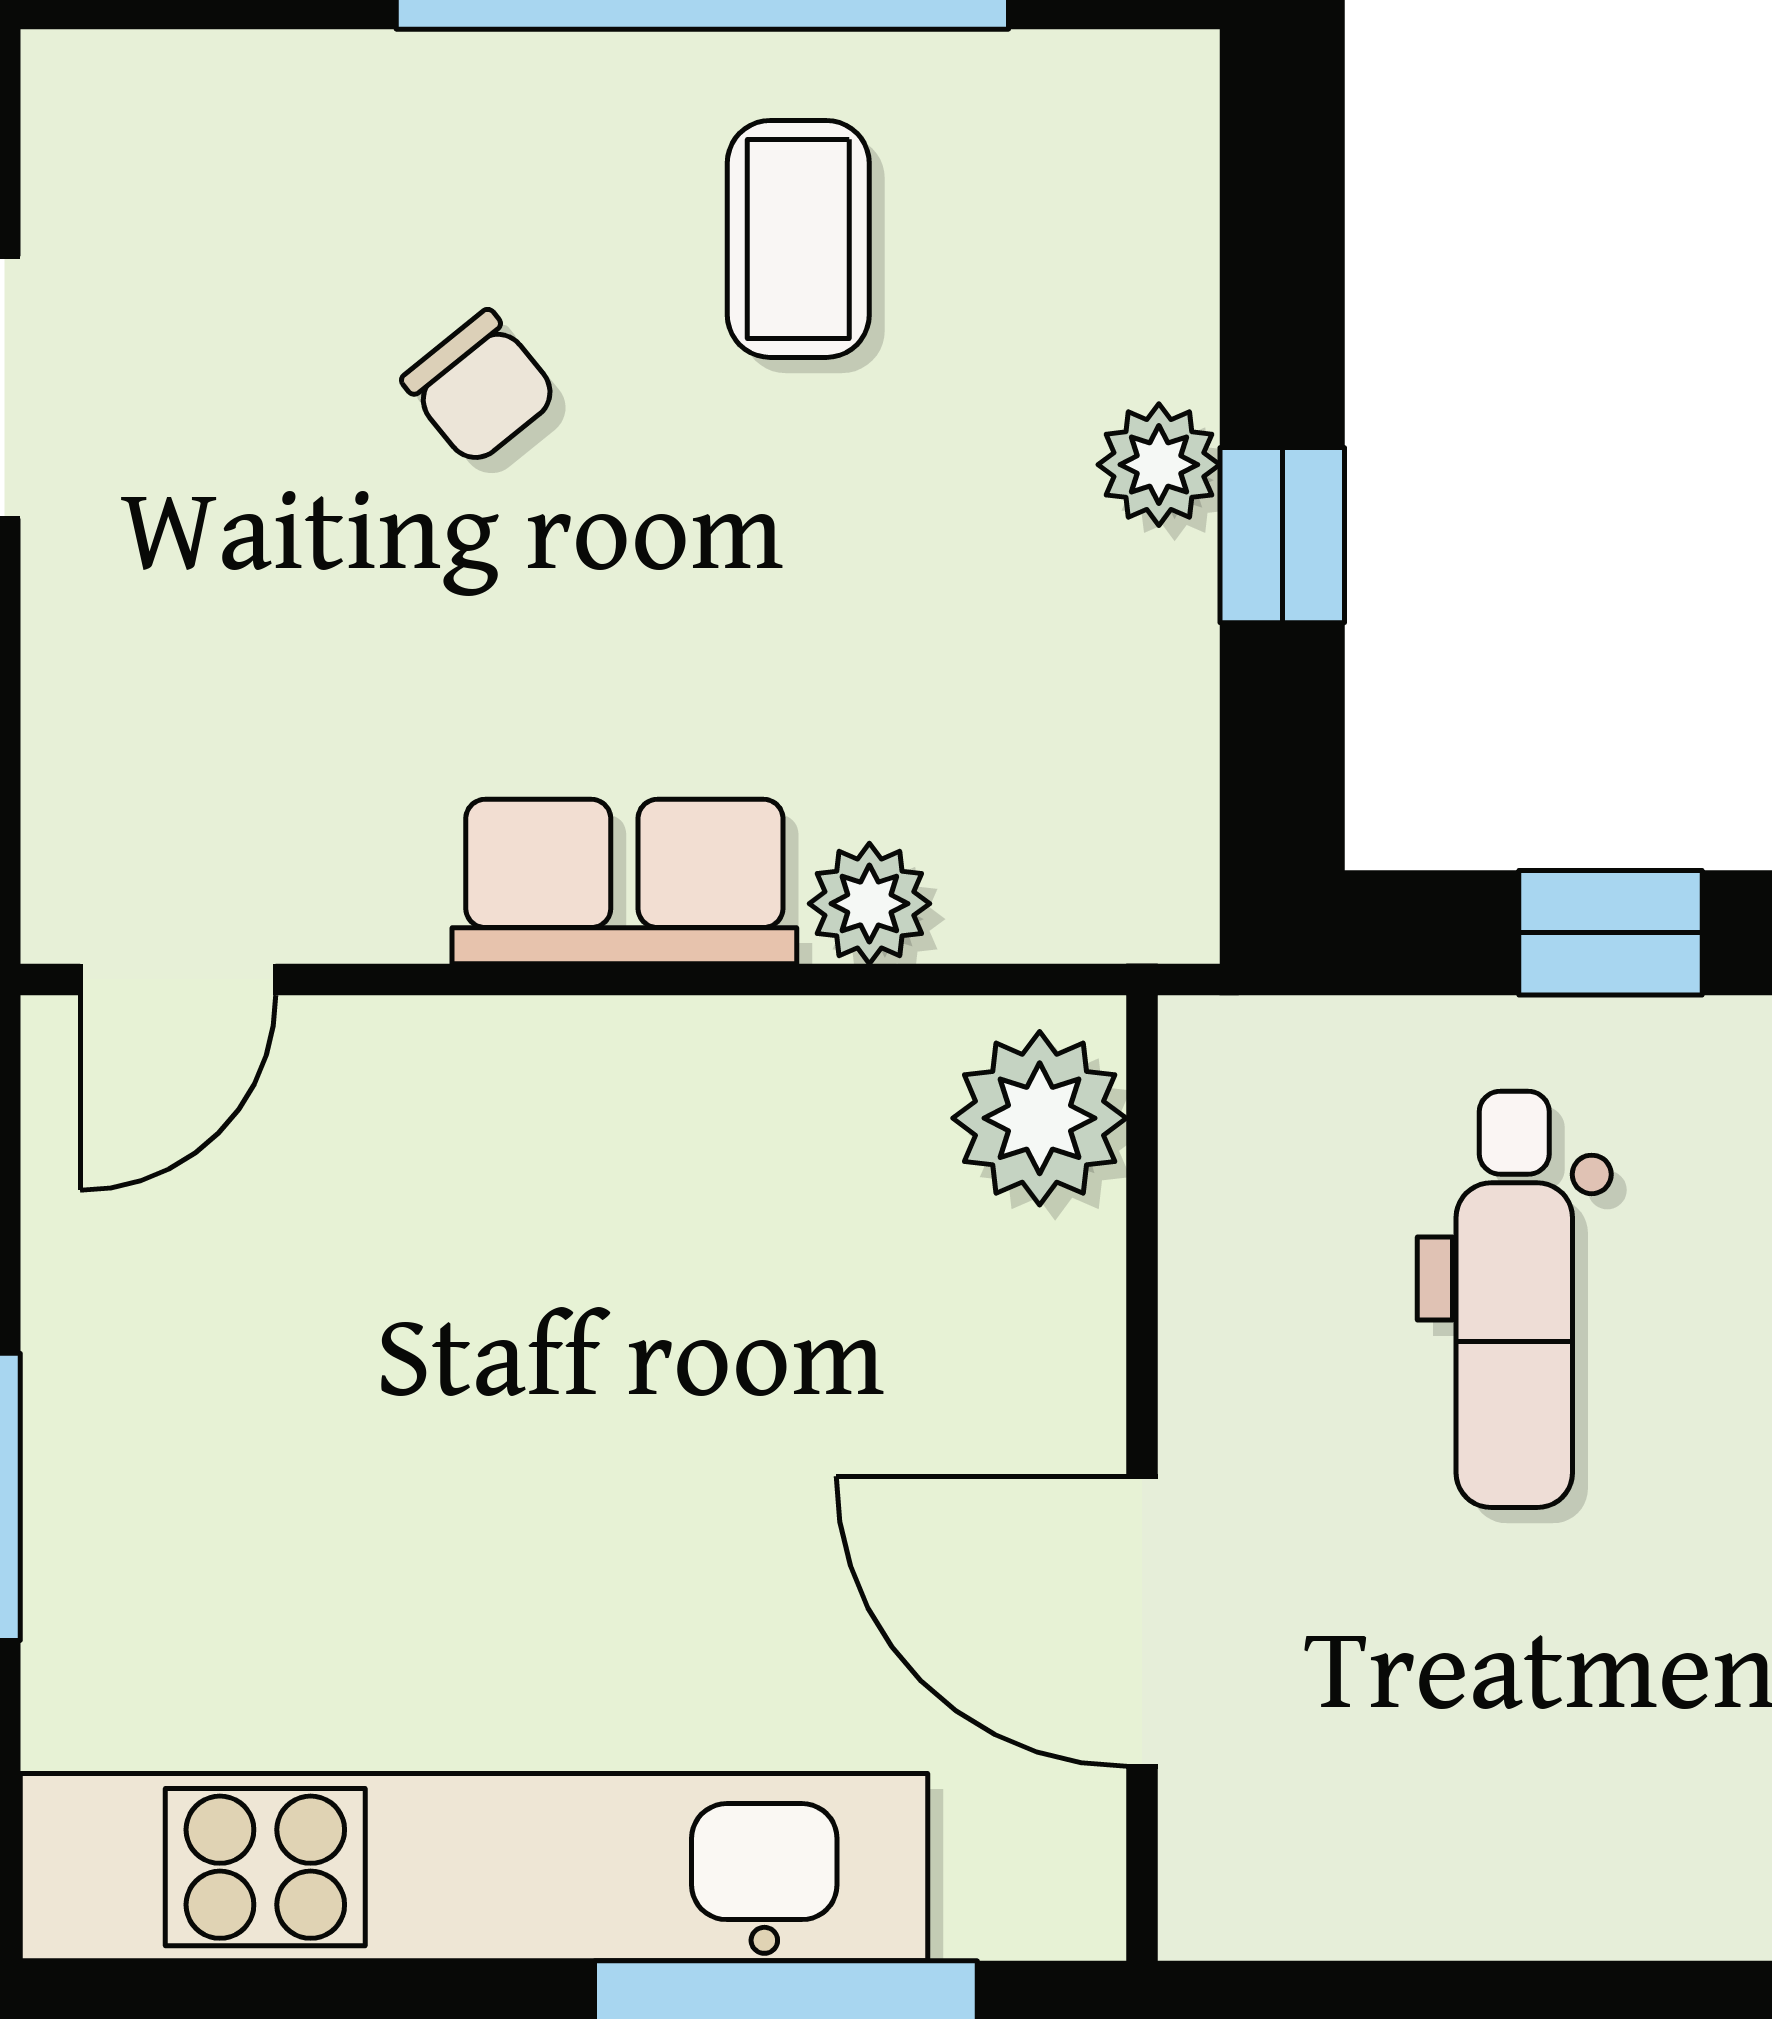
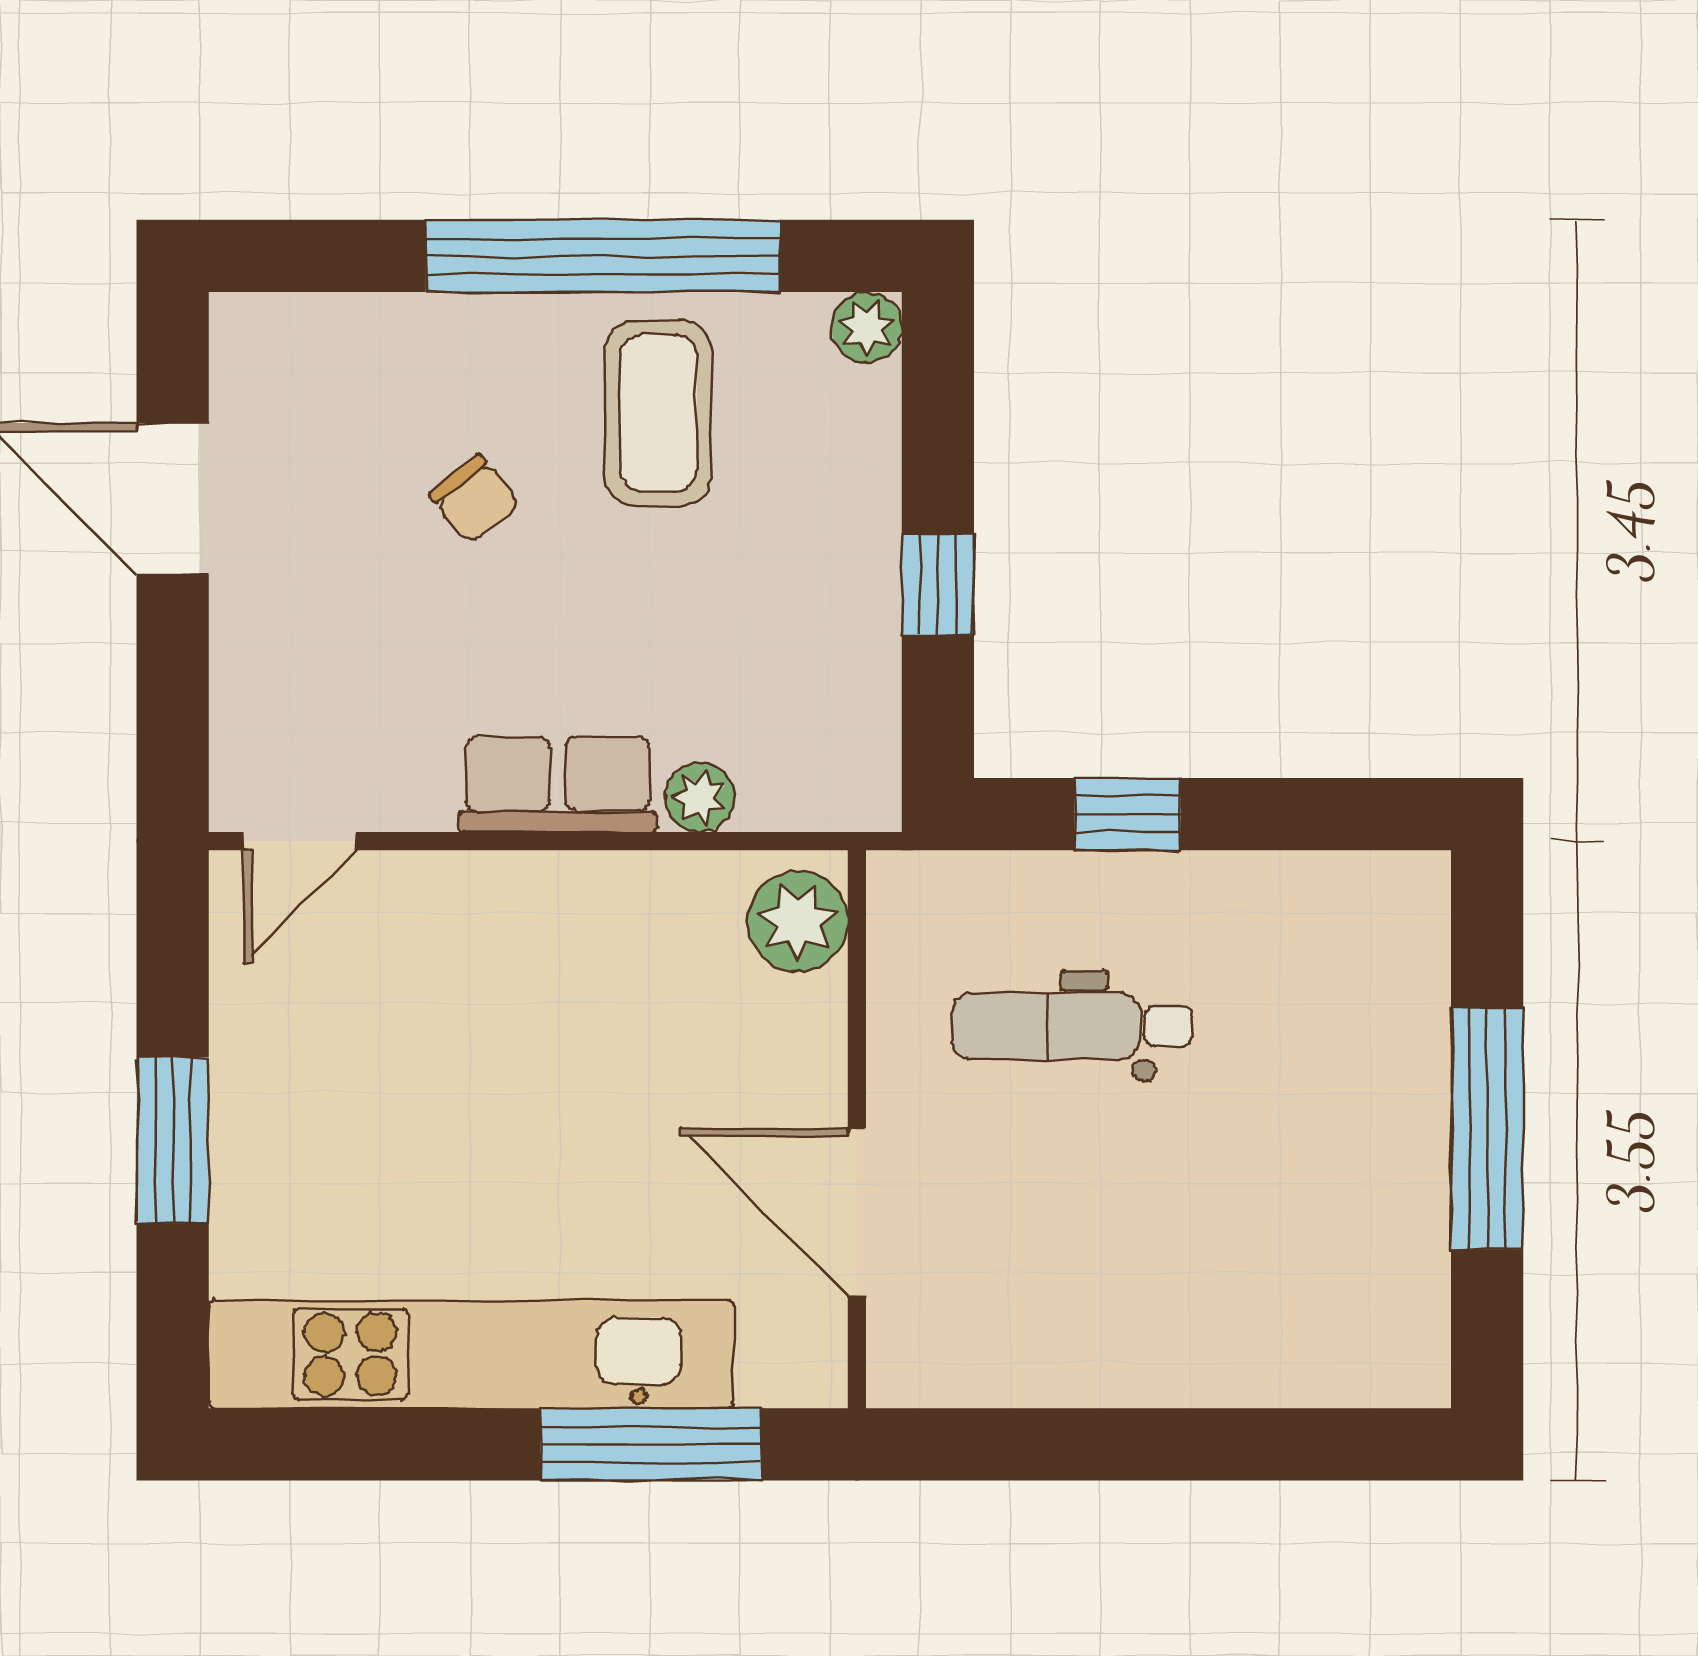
coffee table: (798, 239) -> (658, 413), width x1.36, depth x1.30
plant: (1159, 465) -> (867, 327), moved
dental chair: (1514, 1299) -> (1072, 1026), turned 90

